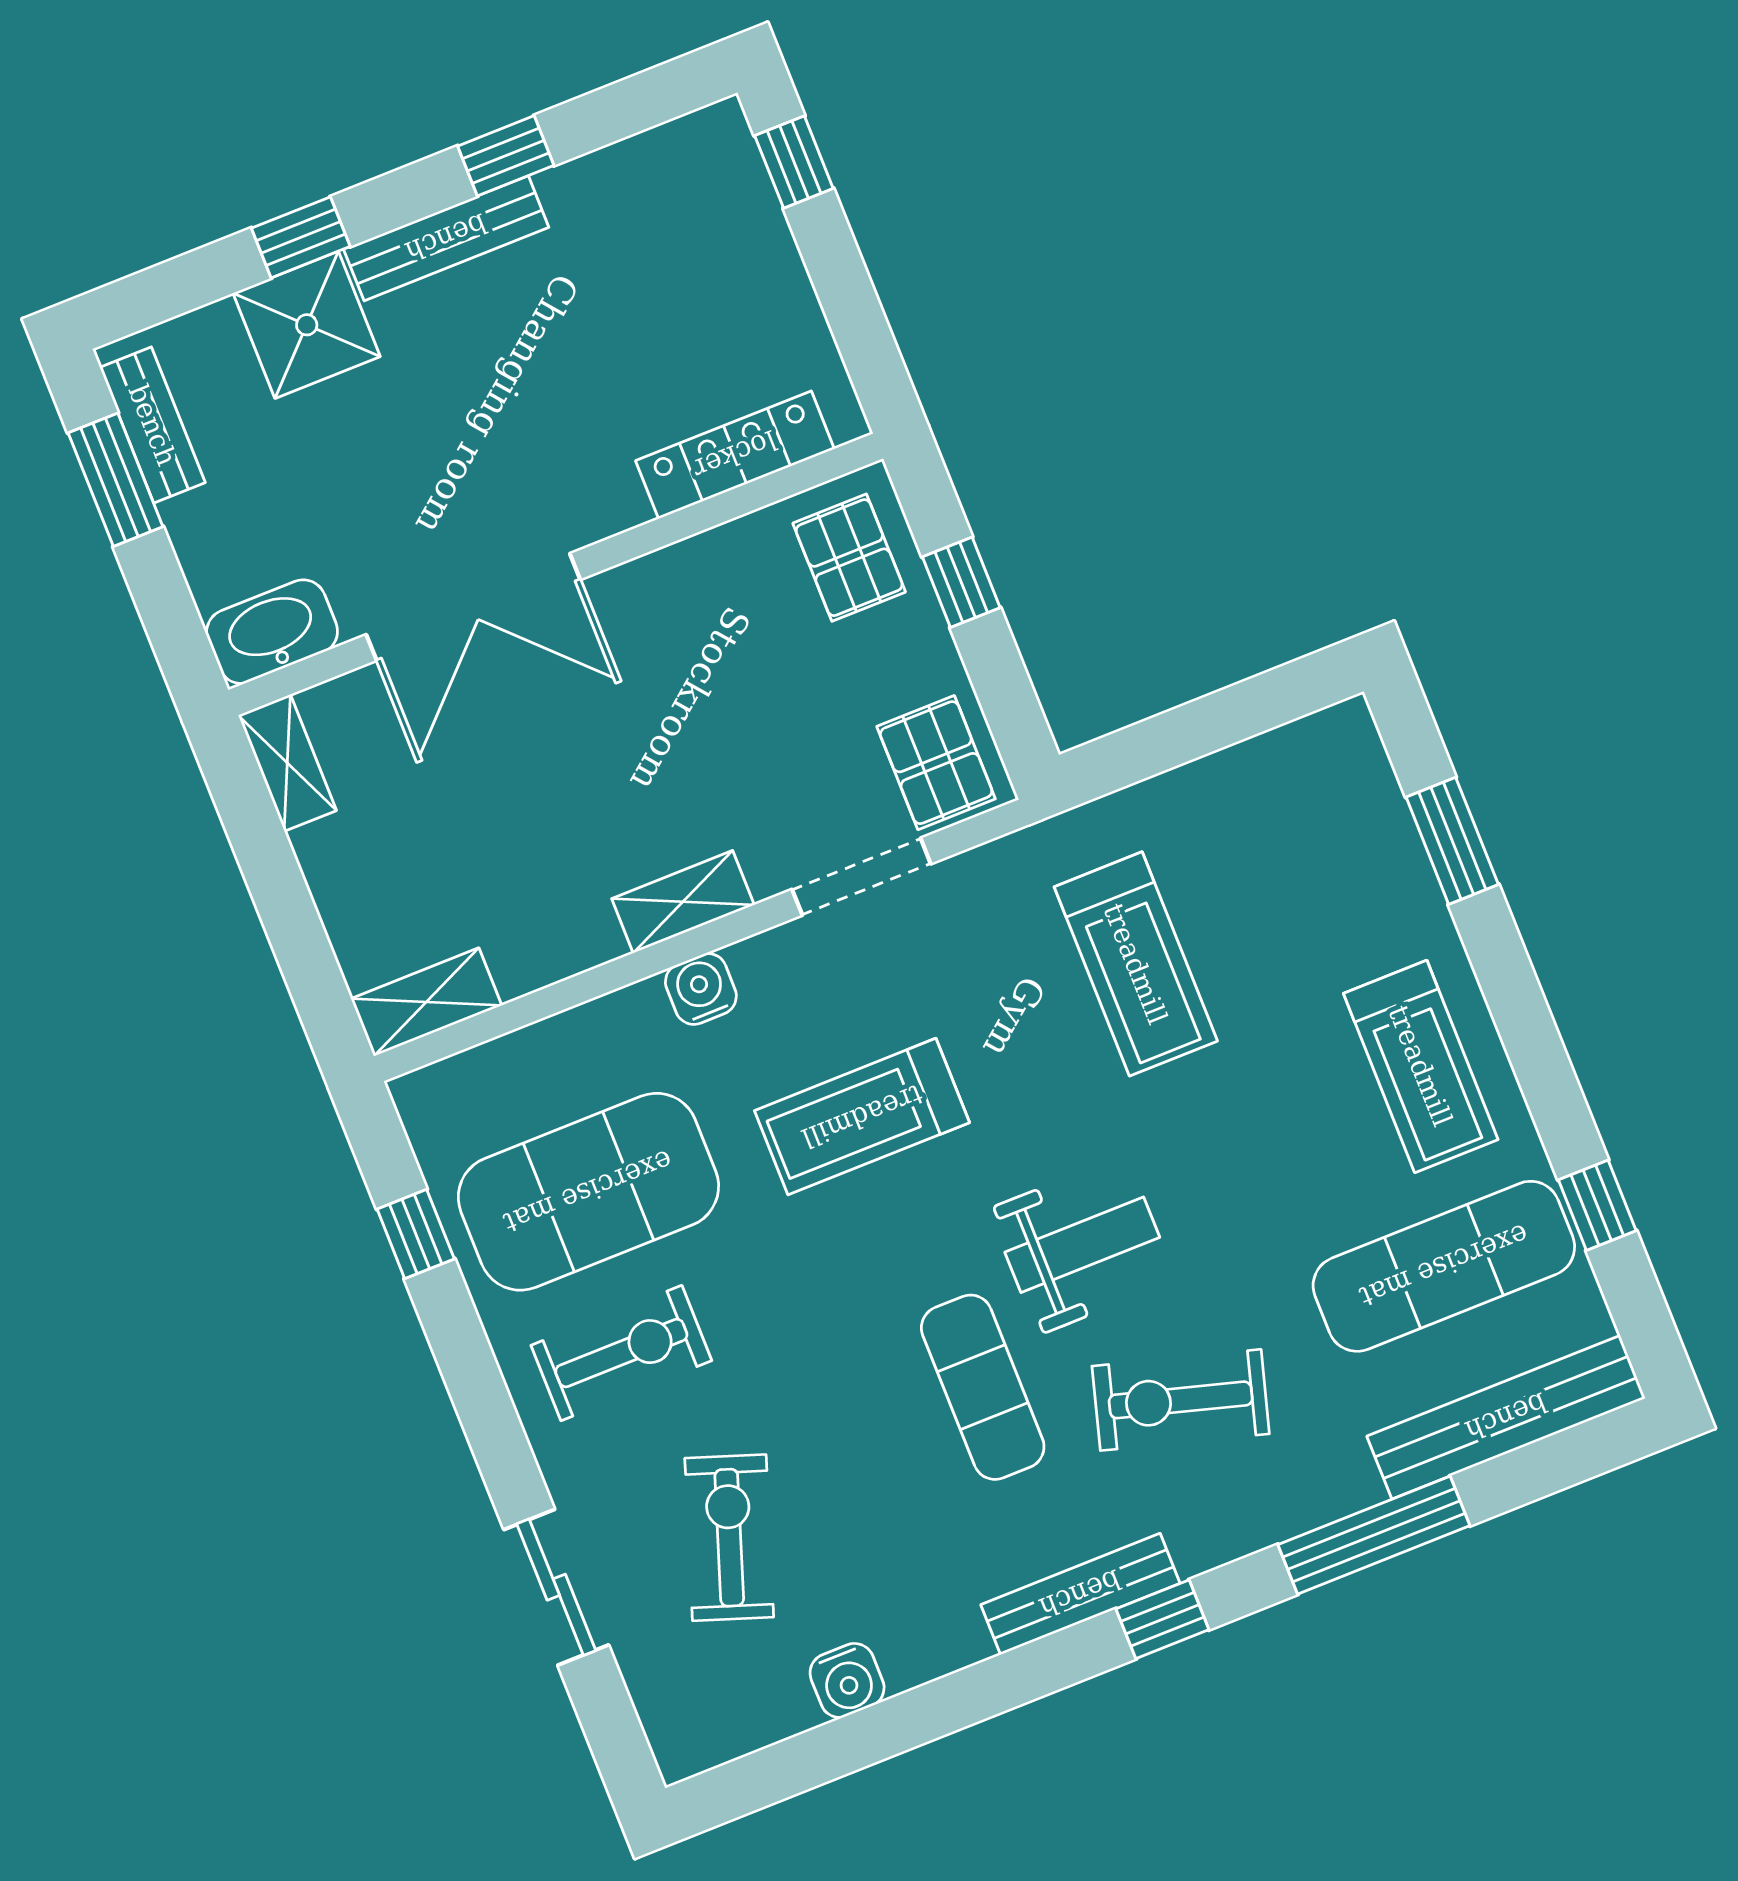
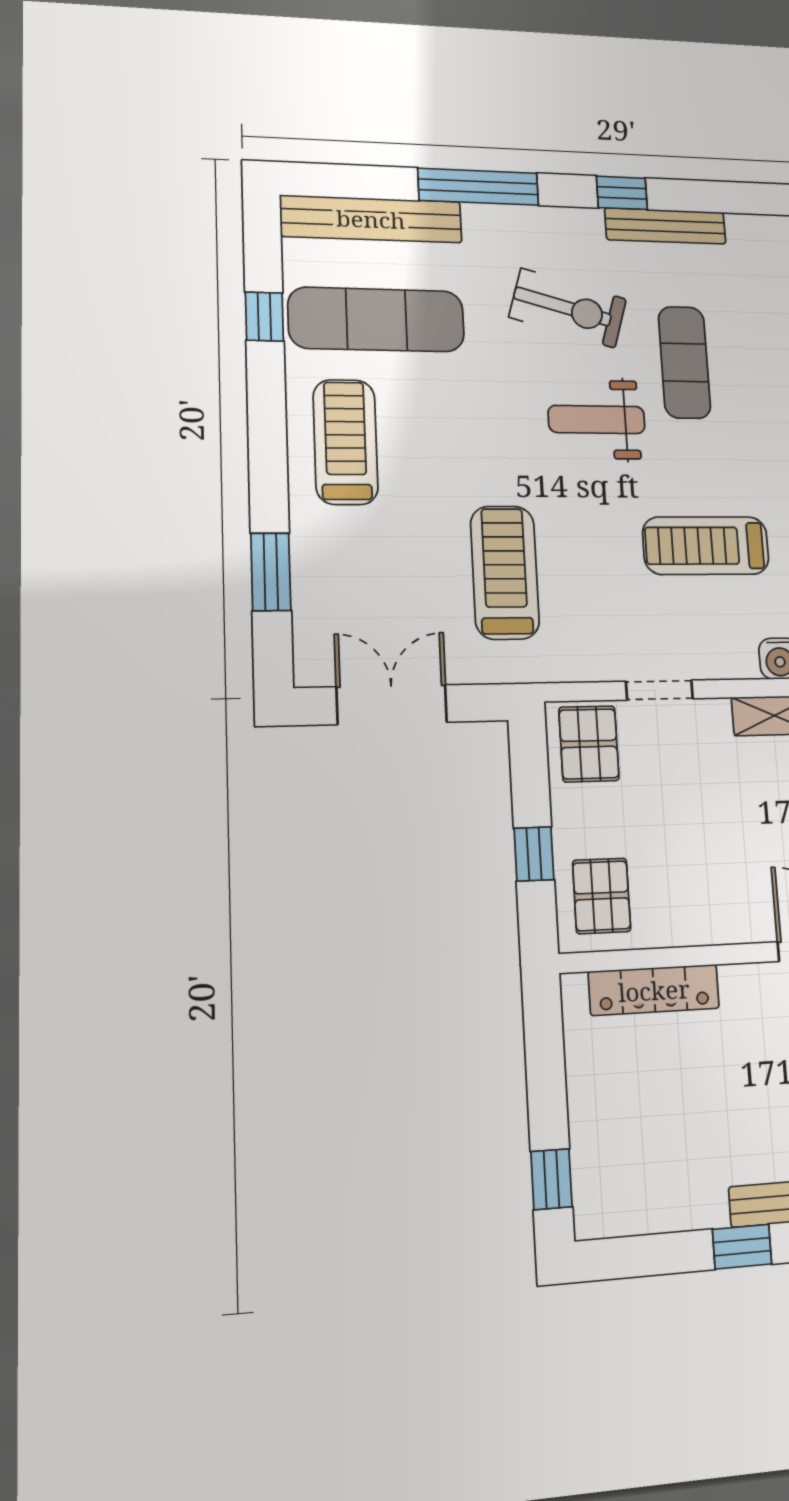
double door: (1225, 718) -> (392, 705), added
doorway: (861, 877) -> (659, 690), width x0.73
treadmill: (862, 1117) -> (706, 546), turned 180

